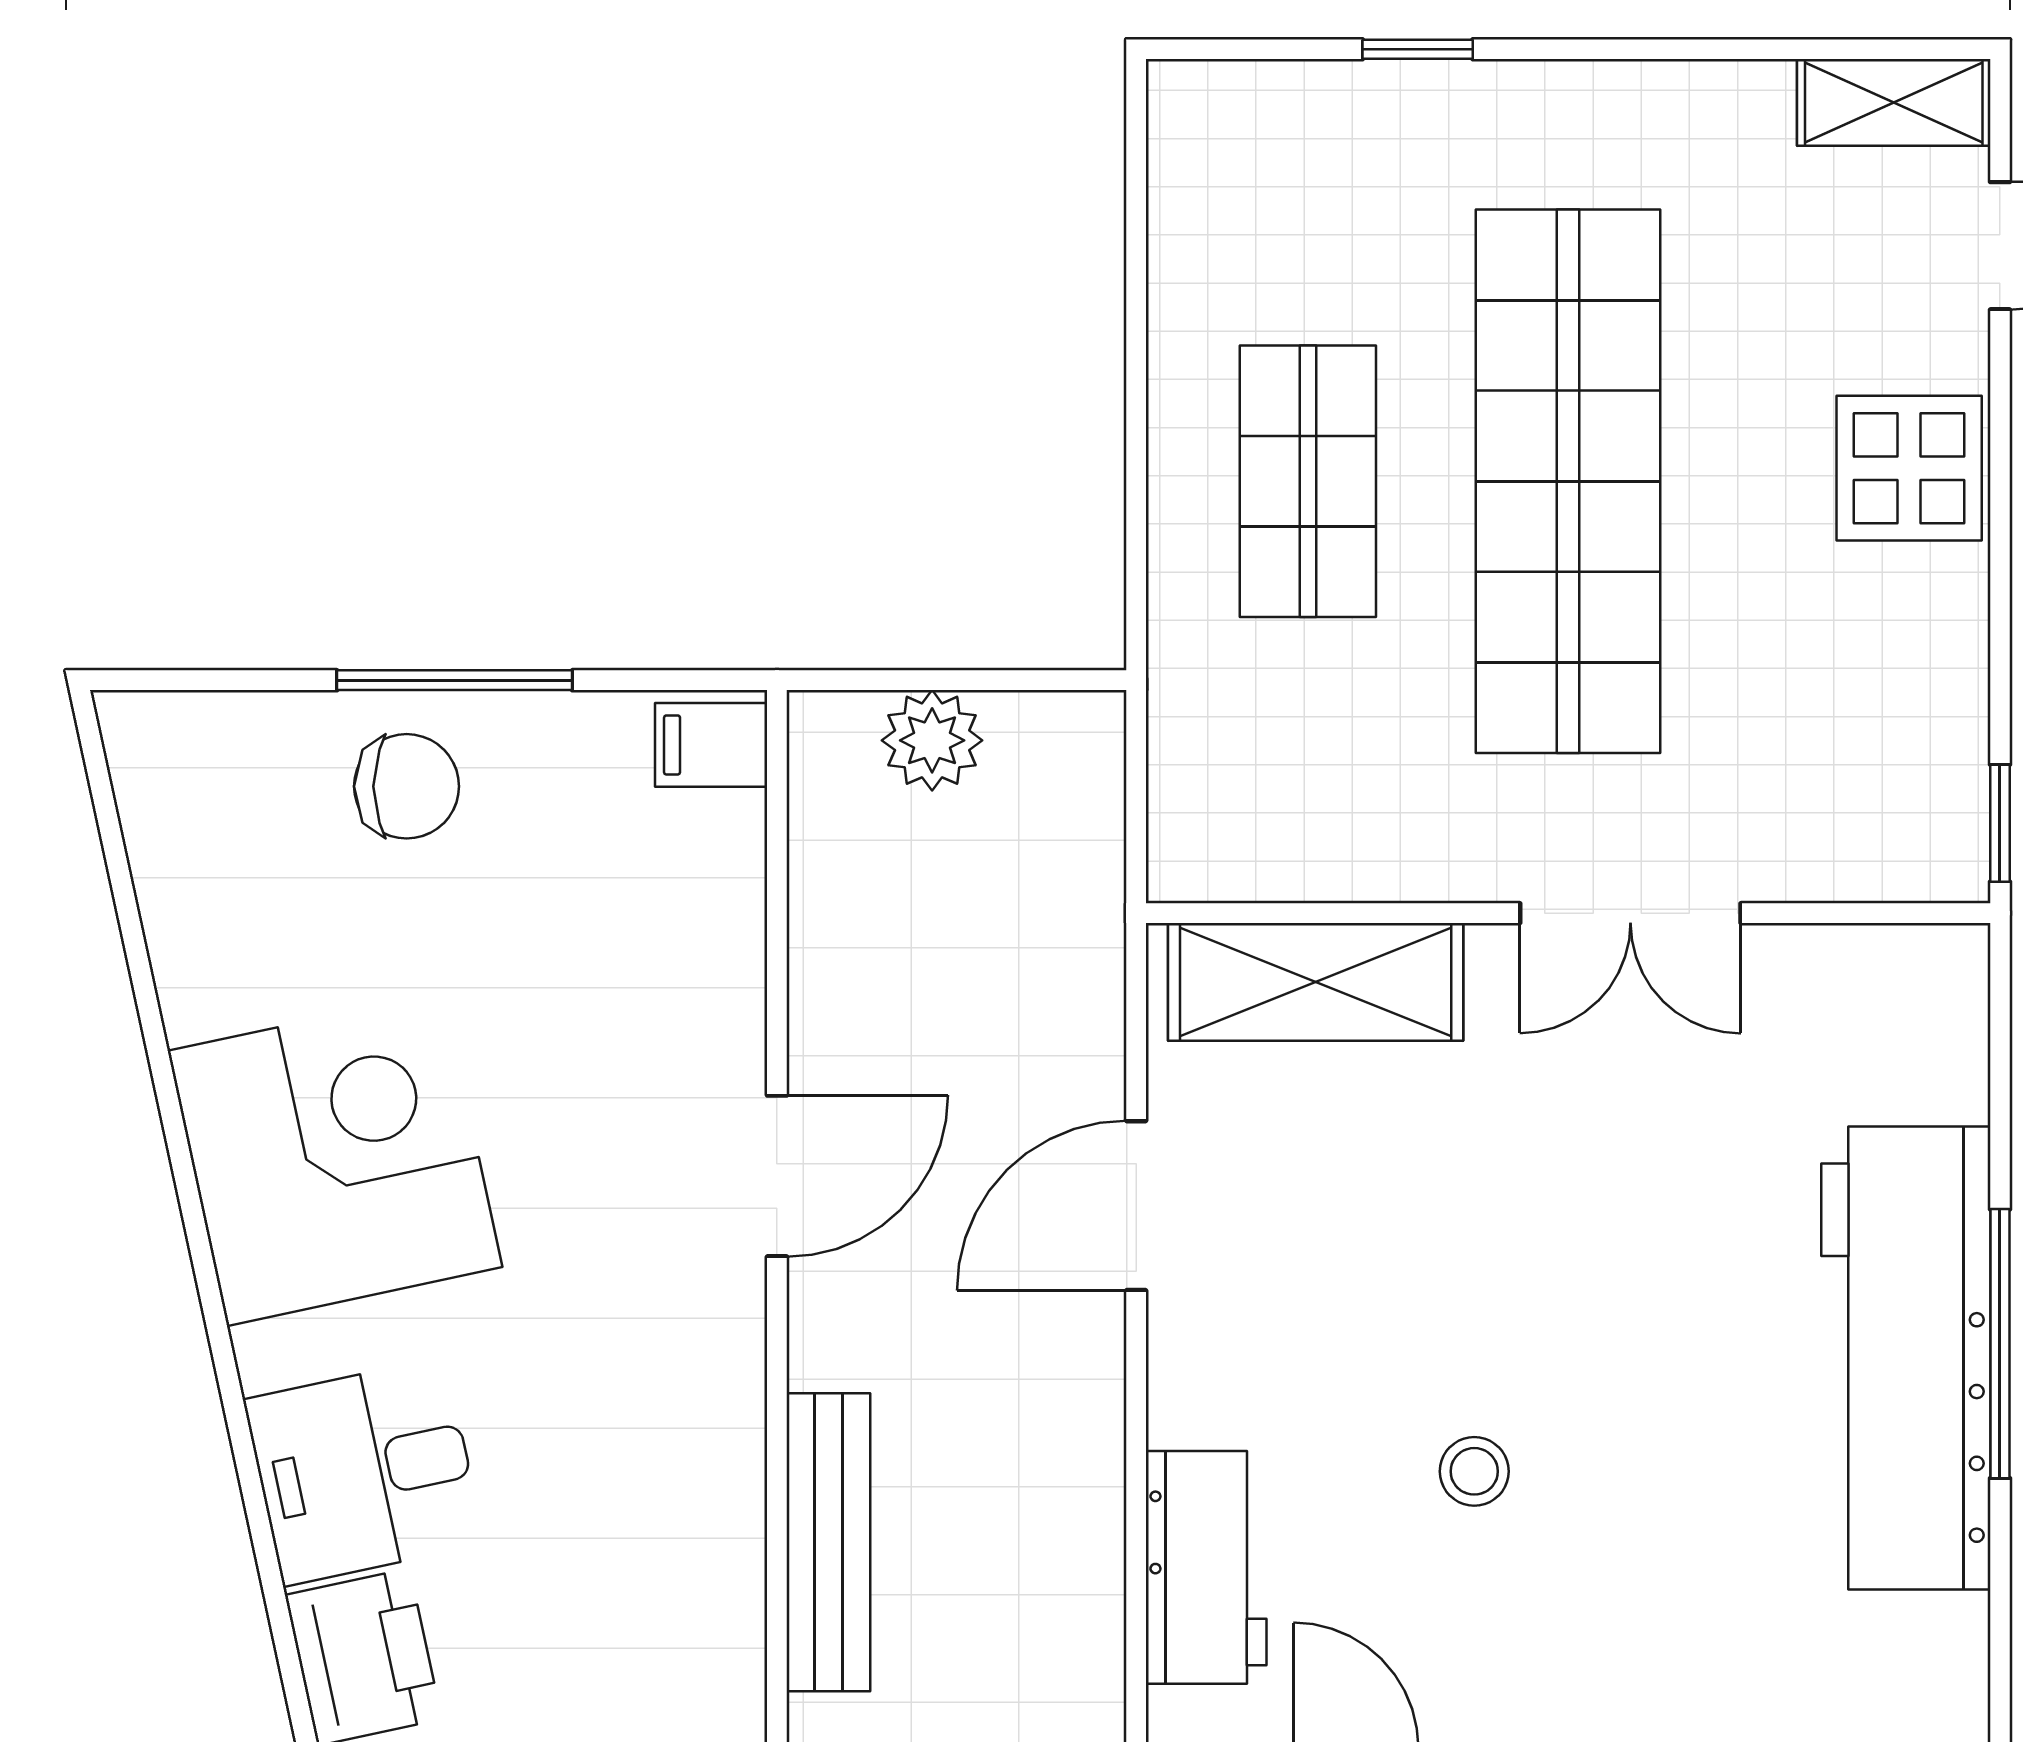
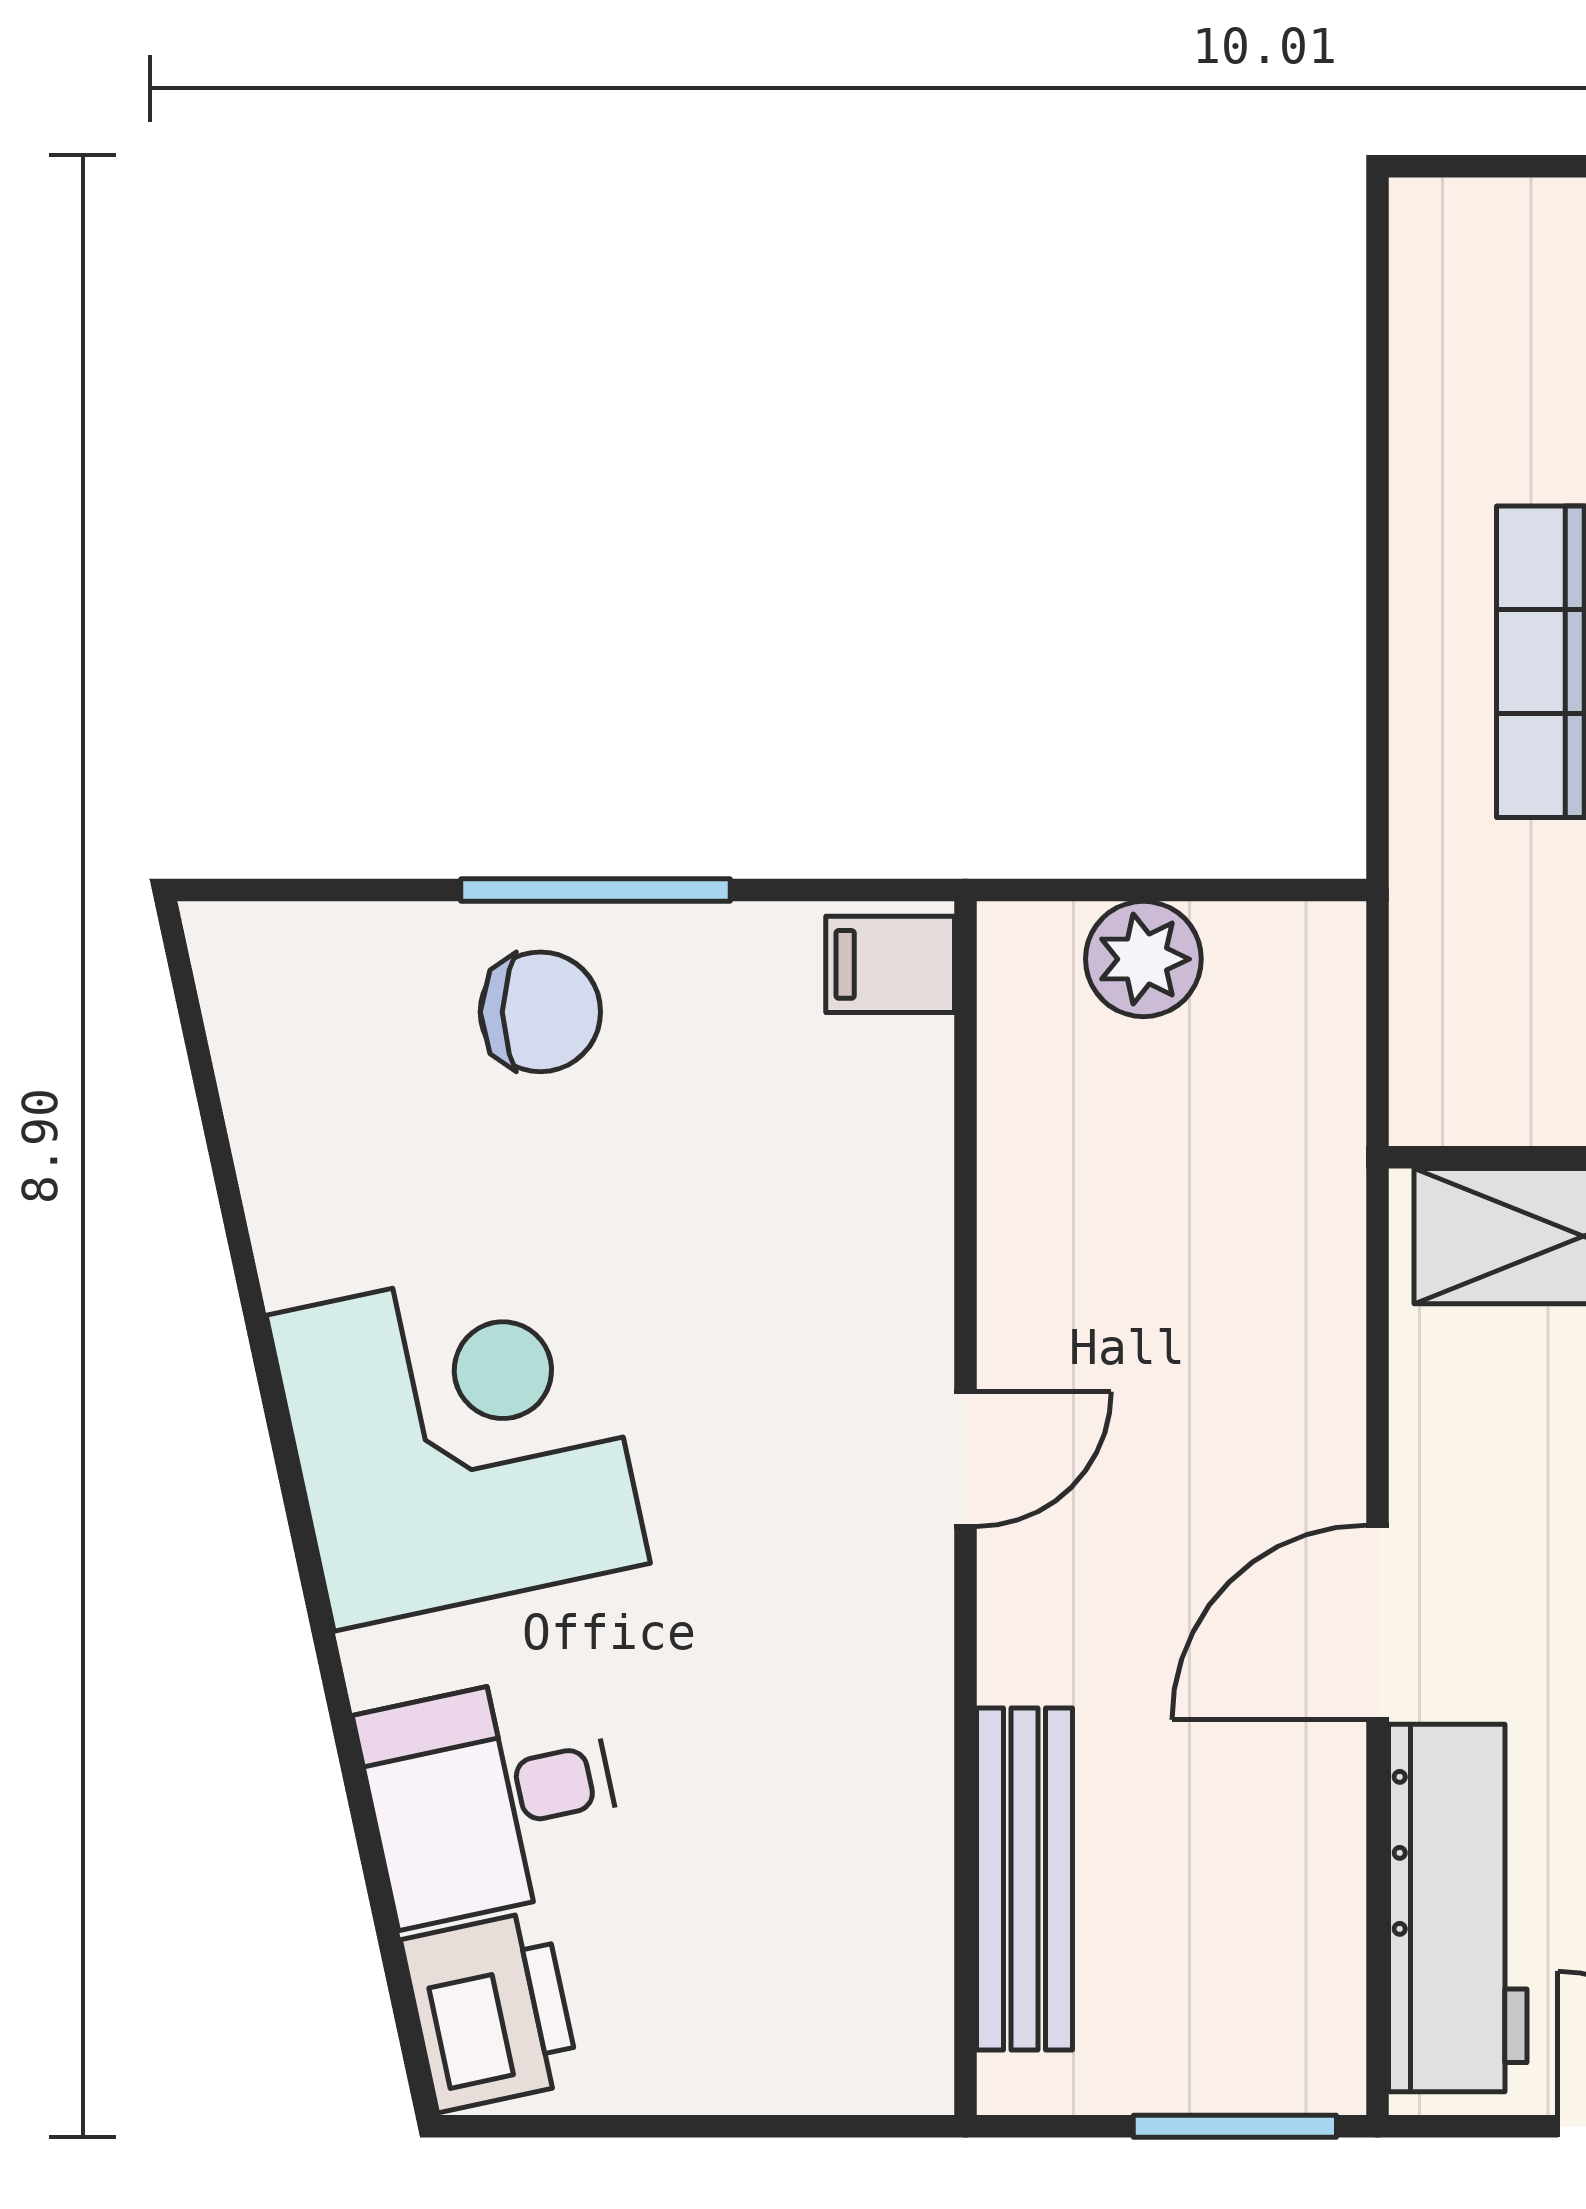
door: (777, 1176) -> (965, 1459), width x0.73
door: (1136, 1206) -> (1378, 1623), moved
workbench: (1206, 1567) -> (1458, 1908), width x1.38

